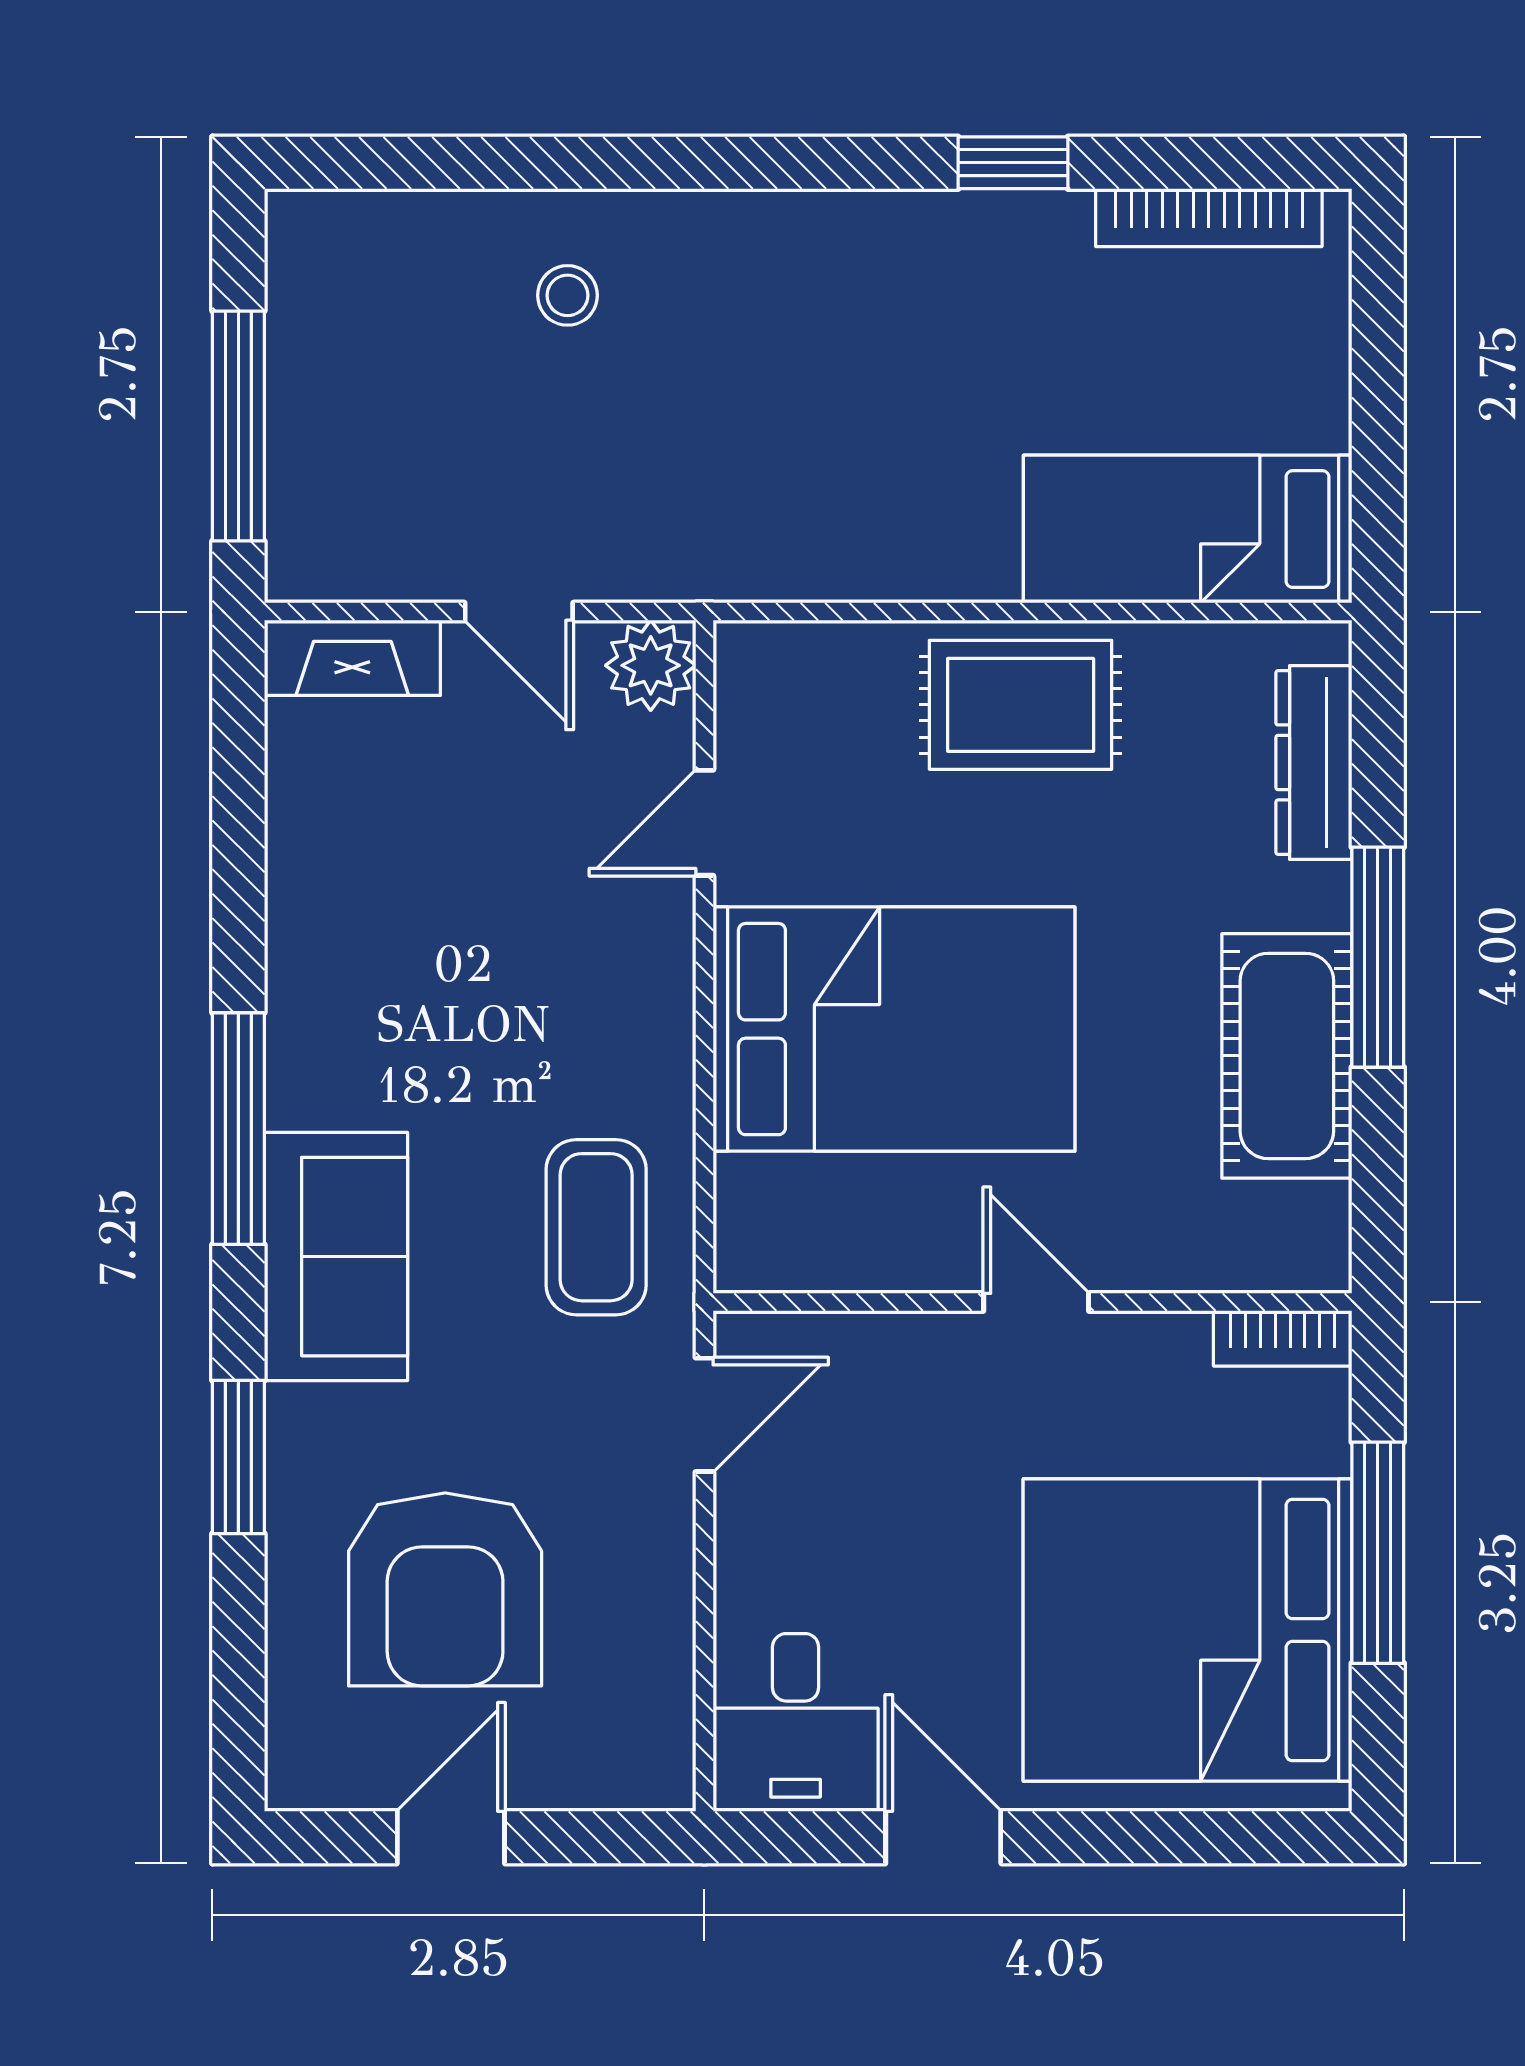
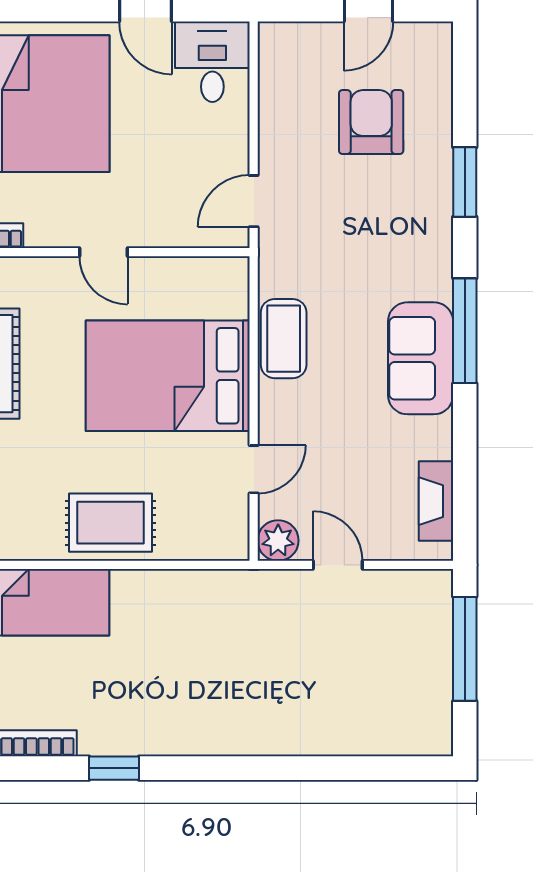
stool: (568, 295) -> (316, 708), removed
fireplace: (352, 658) -> (436, 501), moved, turned -90
coffee table: (596, 1227) -> (284, 339), moved
sofa: (336, 1257) -> (421, 358), moved
armchair: (445, 1589) -> (371, 122), width x0.73, depth x0.73

